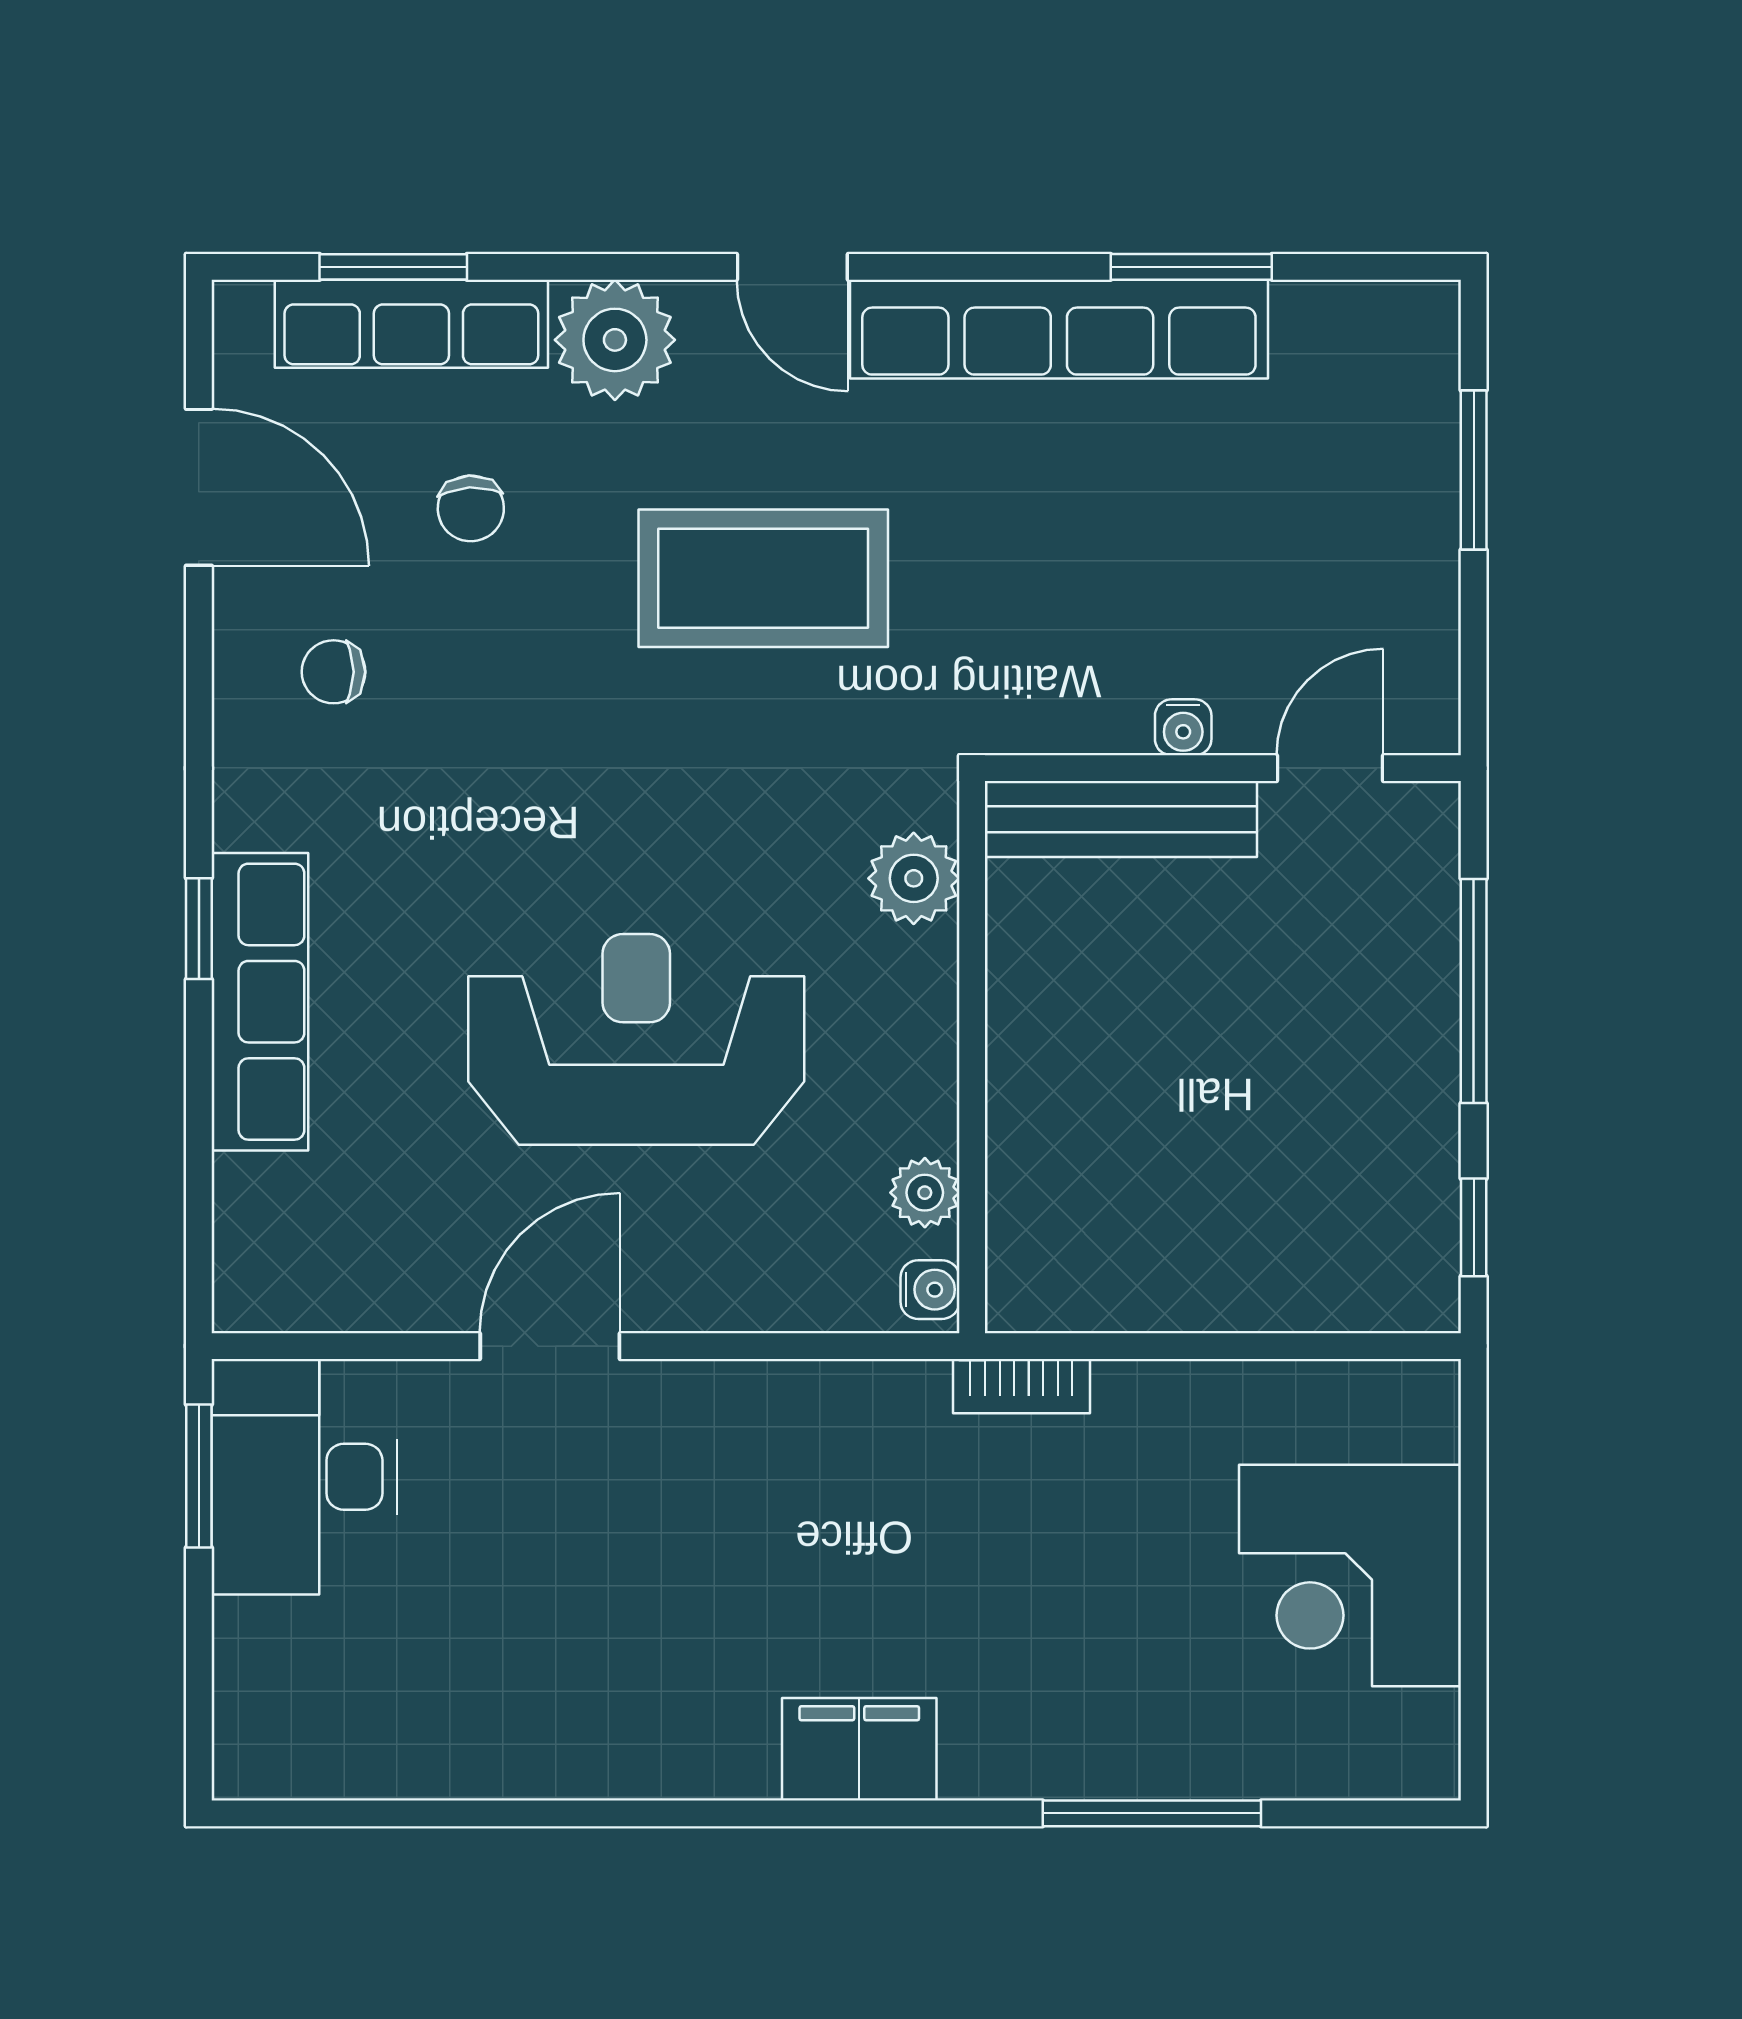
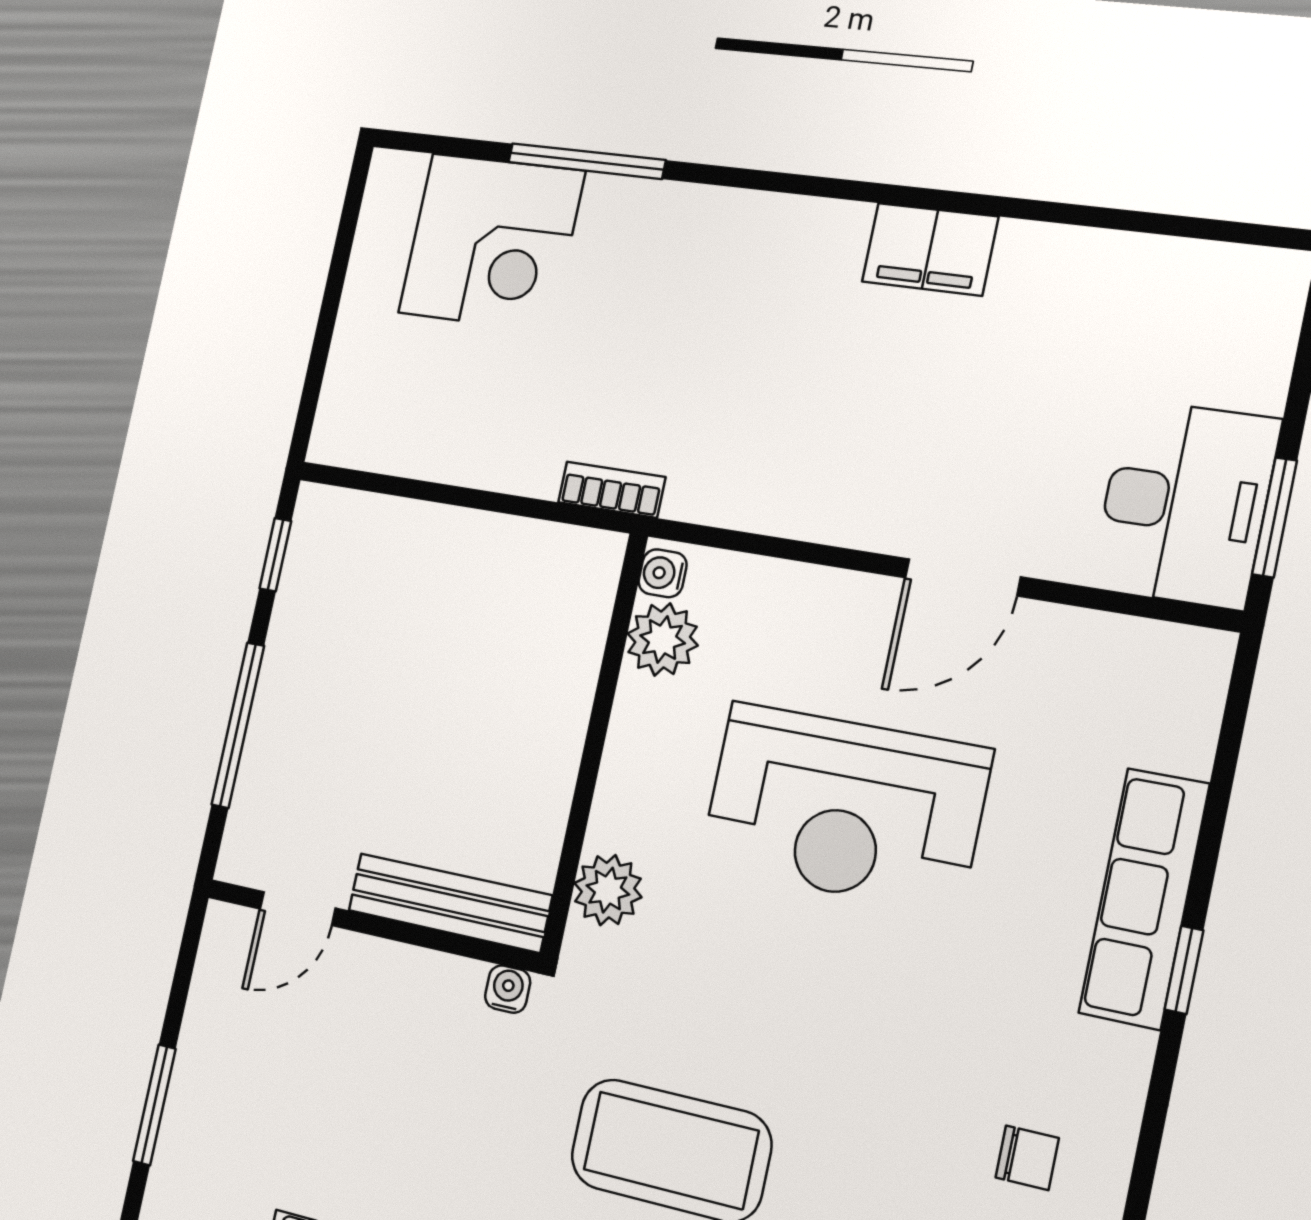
water cooler: (1183, 727) -> (508, 989), moved
plant: (925, 1193) -> (662, 639), width x1.38, depth x1.38
corner desk: (1350, 1575) -> (491, 242), moved, turned 90
filing cabinet: (859, 1749) -> (930, 249), moved

